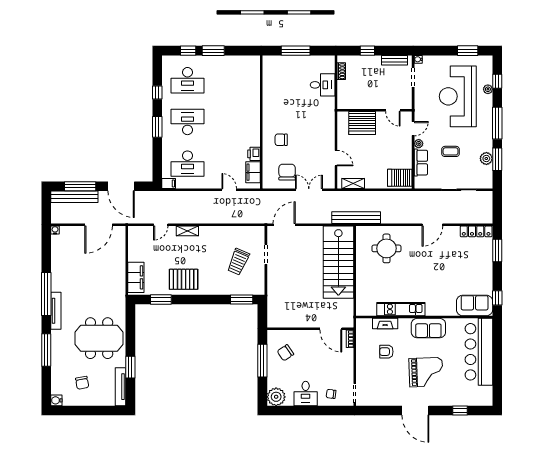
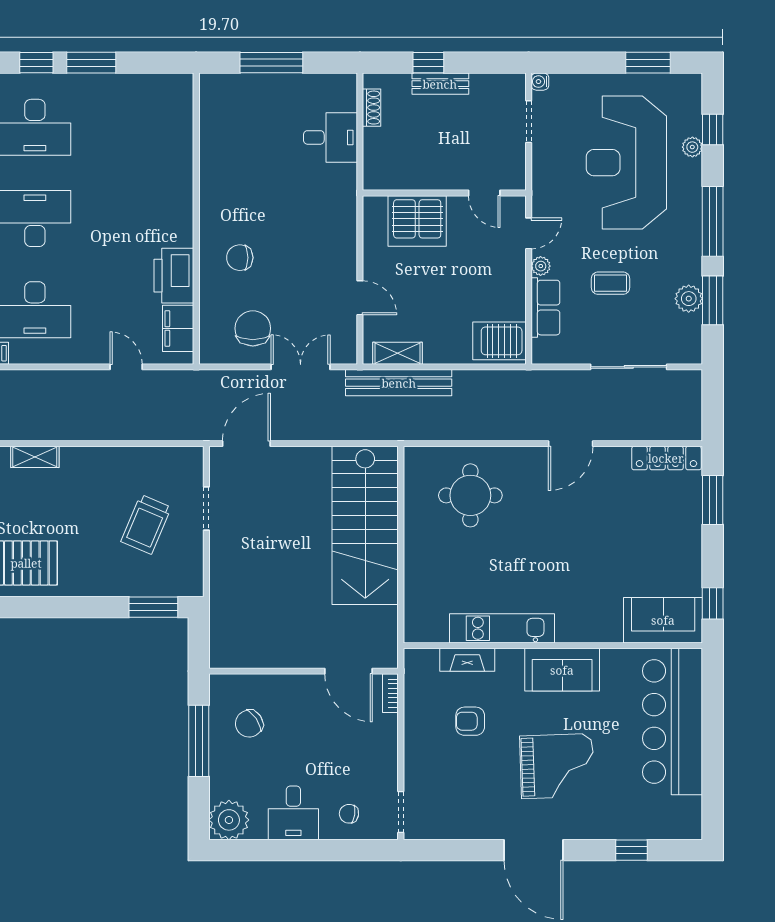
bench: (395, 60) -> (440, 84), moved
printer: (254, 154) -> (174, 276), width x1.87, depth x1.48
bench: (356, 218) -> (399, 383), moved

